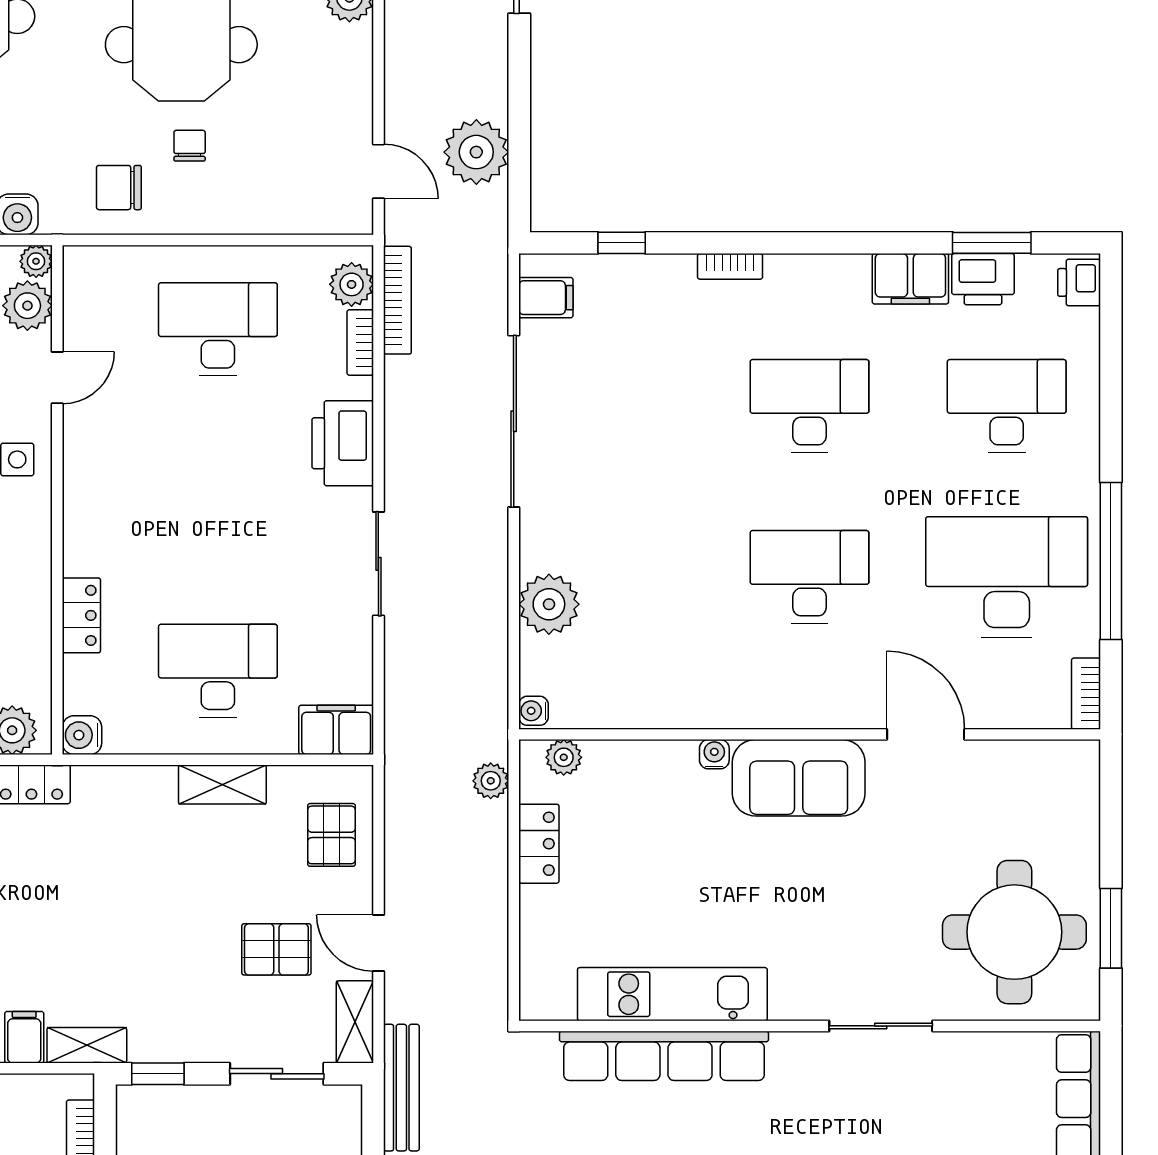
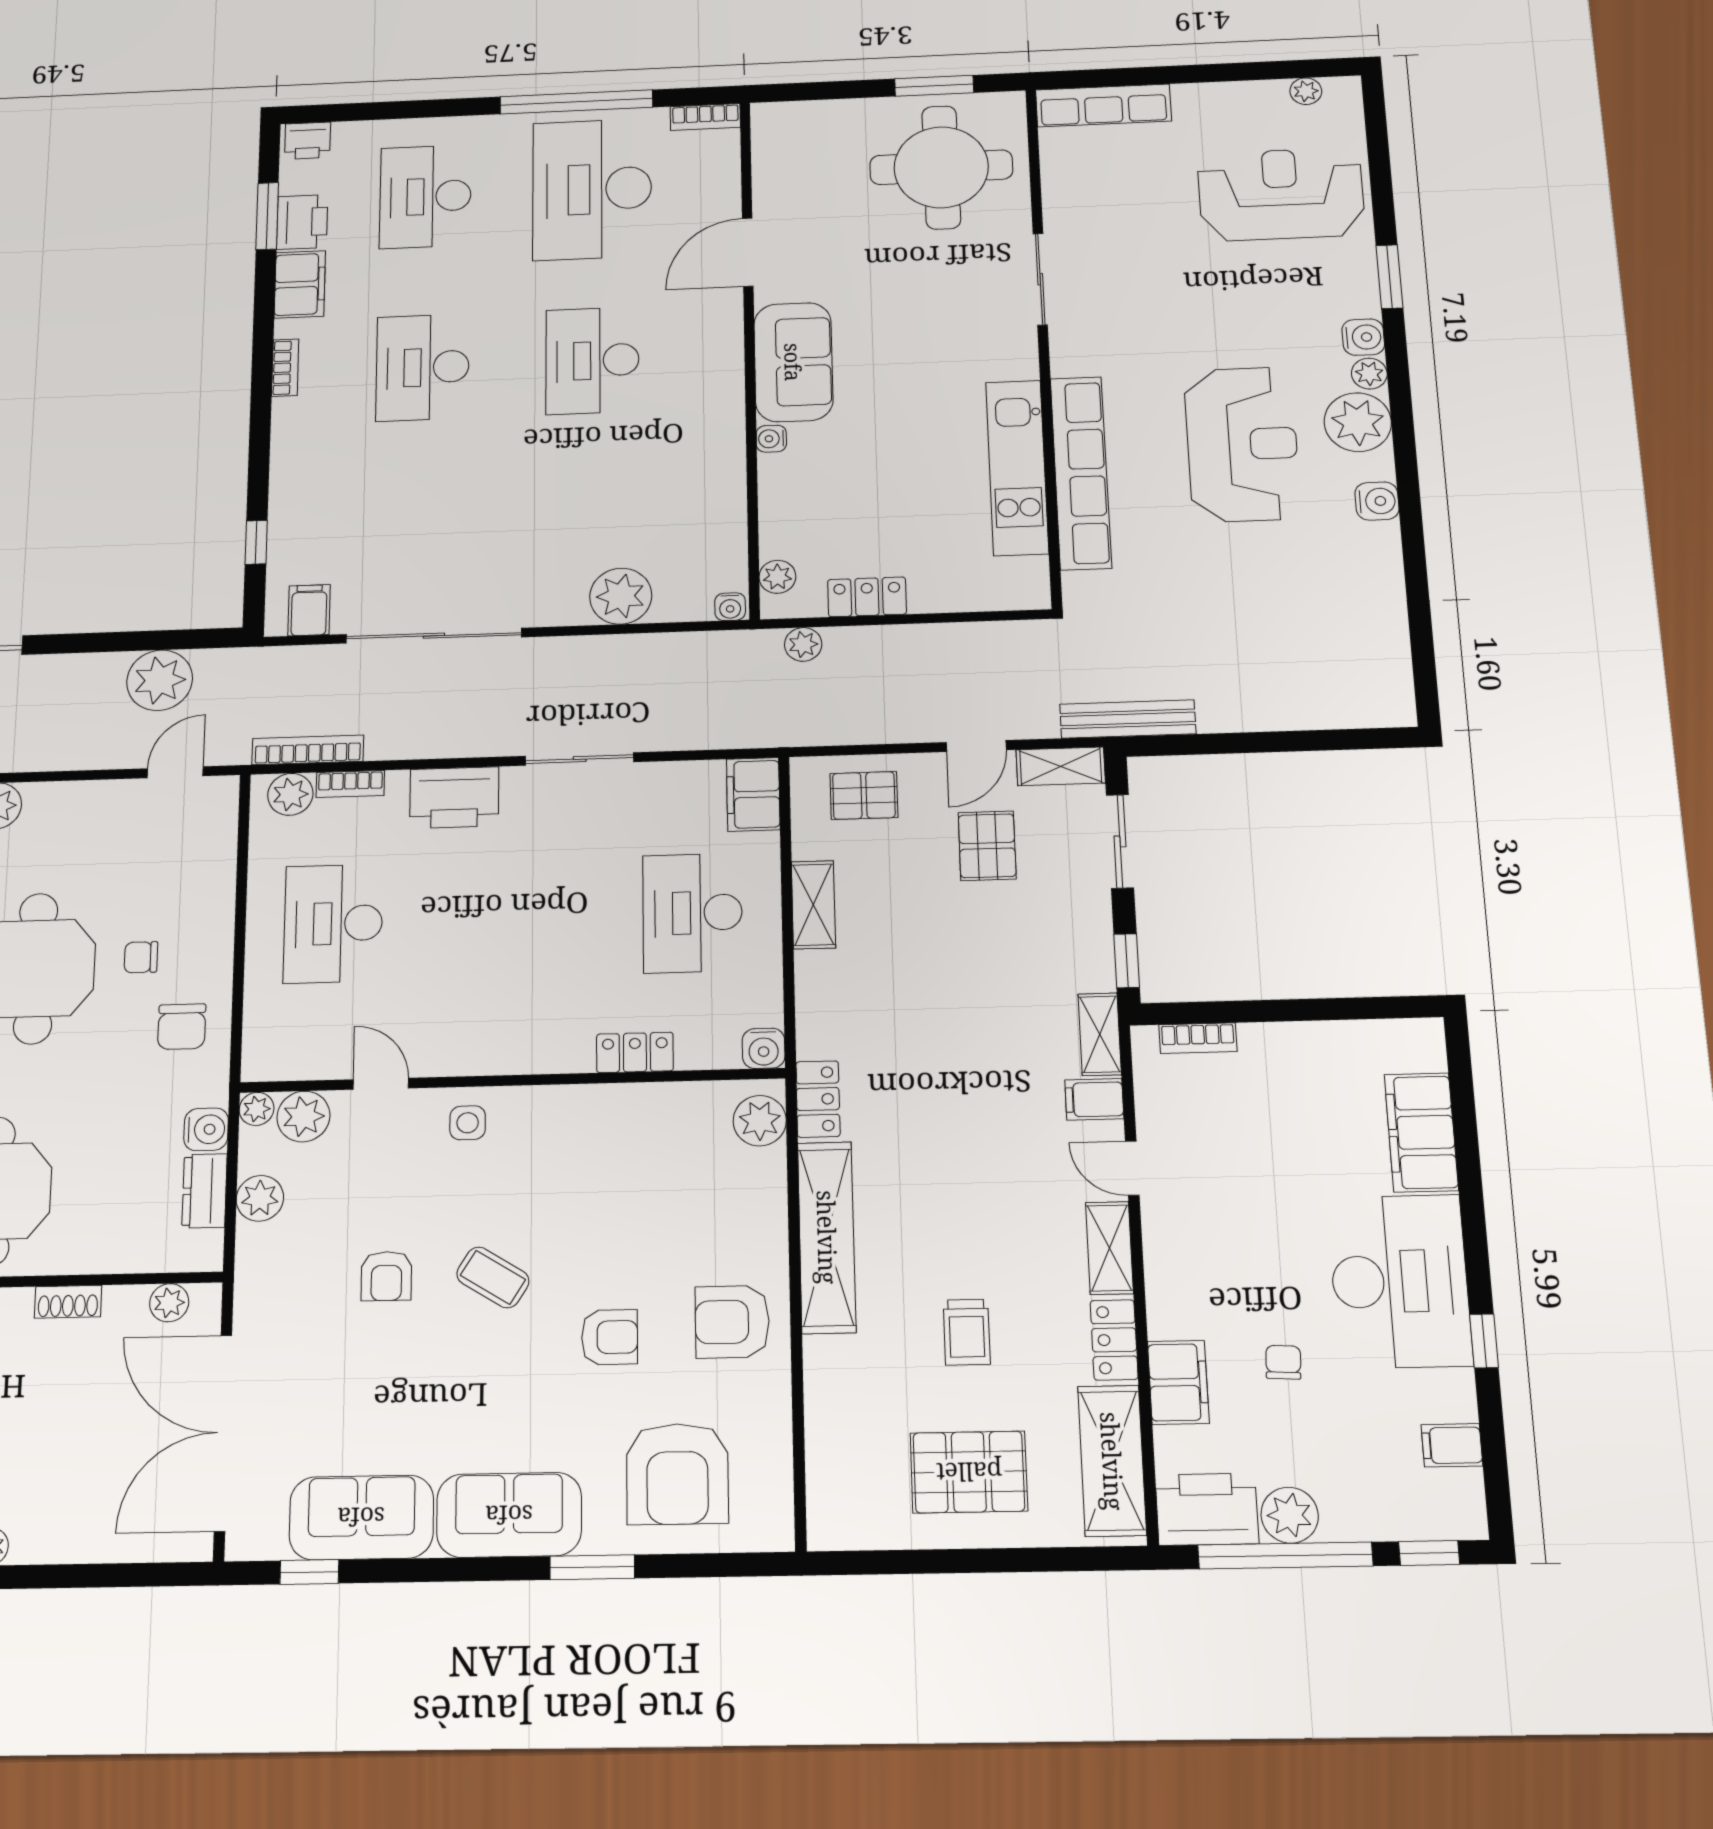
bookcase: (730, 266) -> (285, 368), moved

